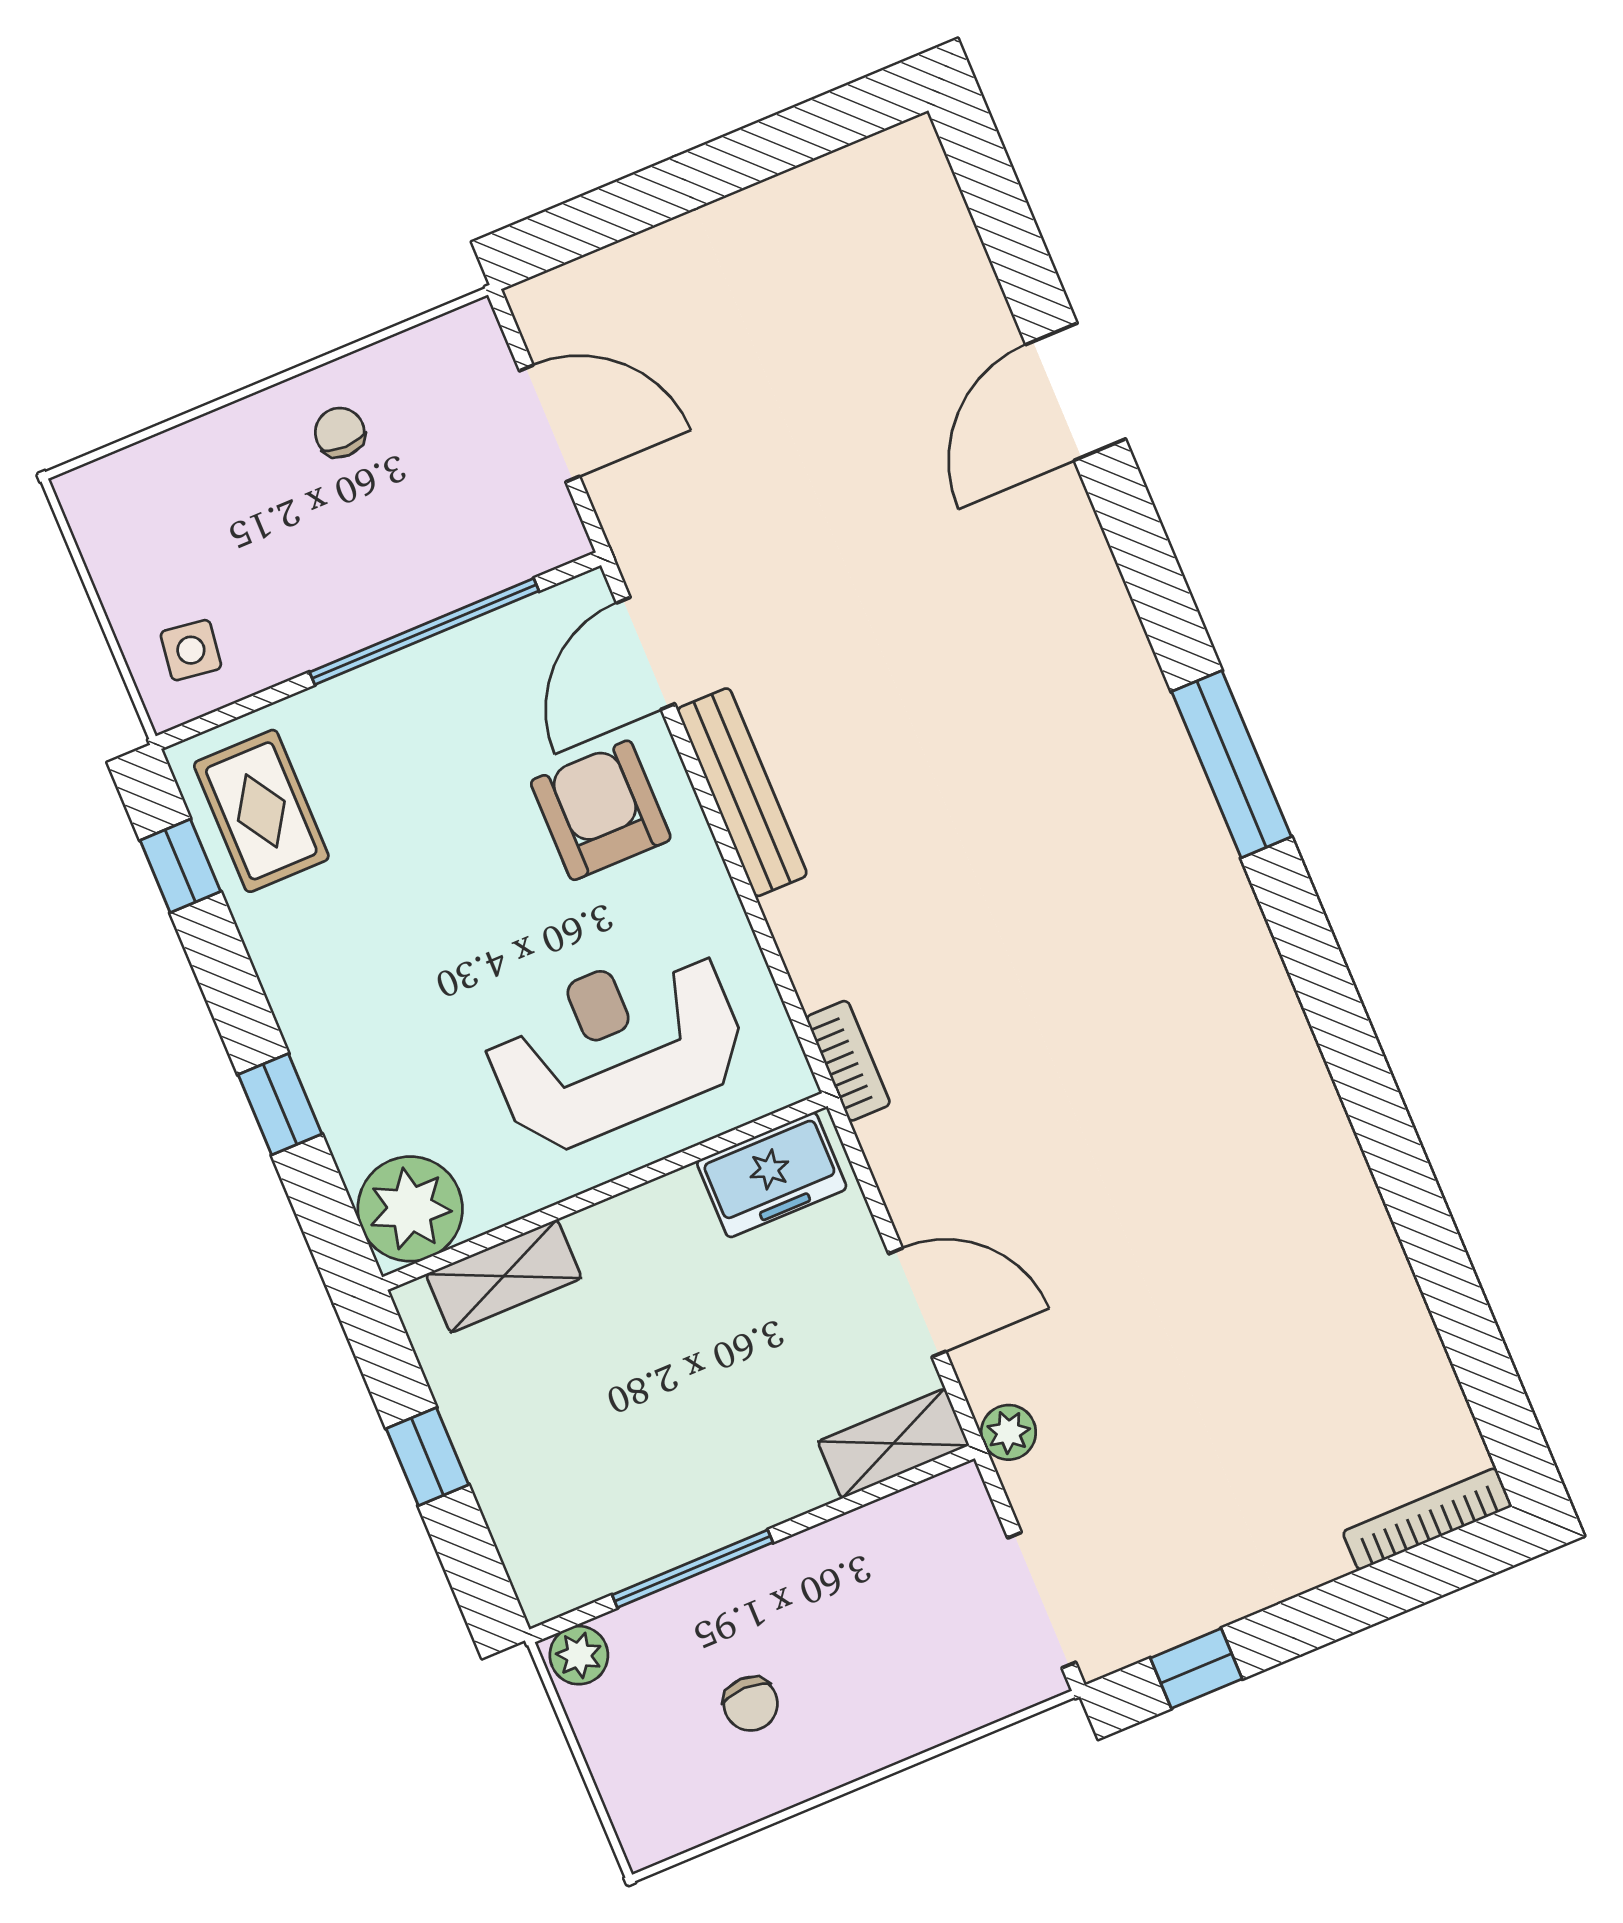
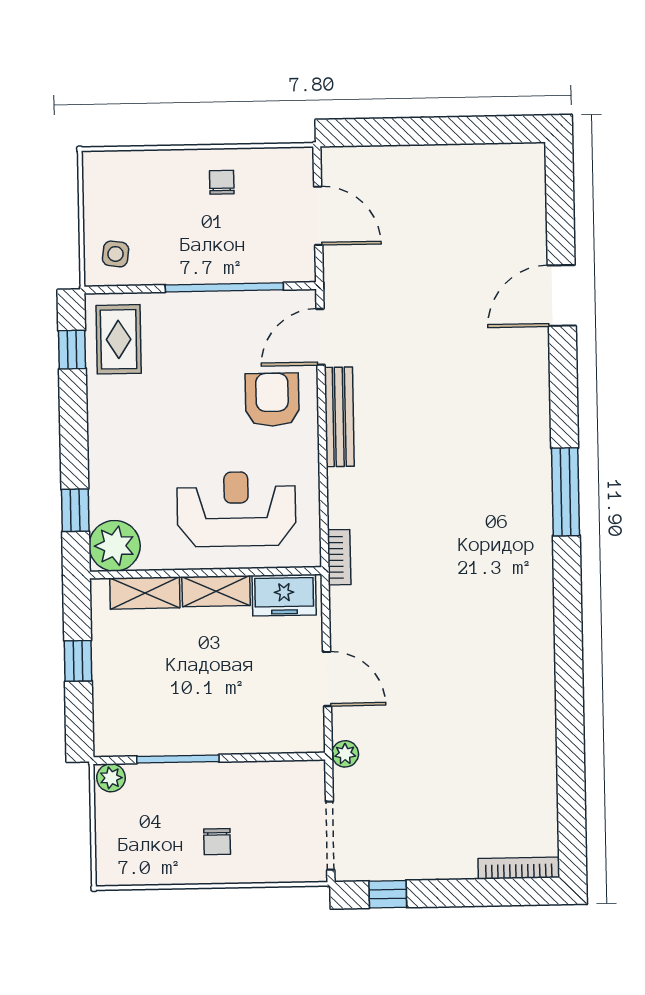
window: (280, 1104) -> (75, 510), moved
shelving: (893, 1443) -> (216, 591), moved
chair: (751, 1704) -> (217, 842), moved

